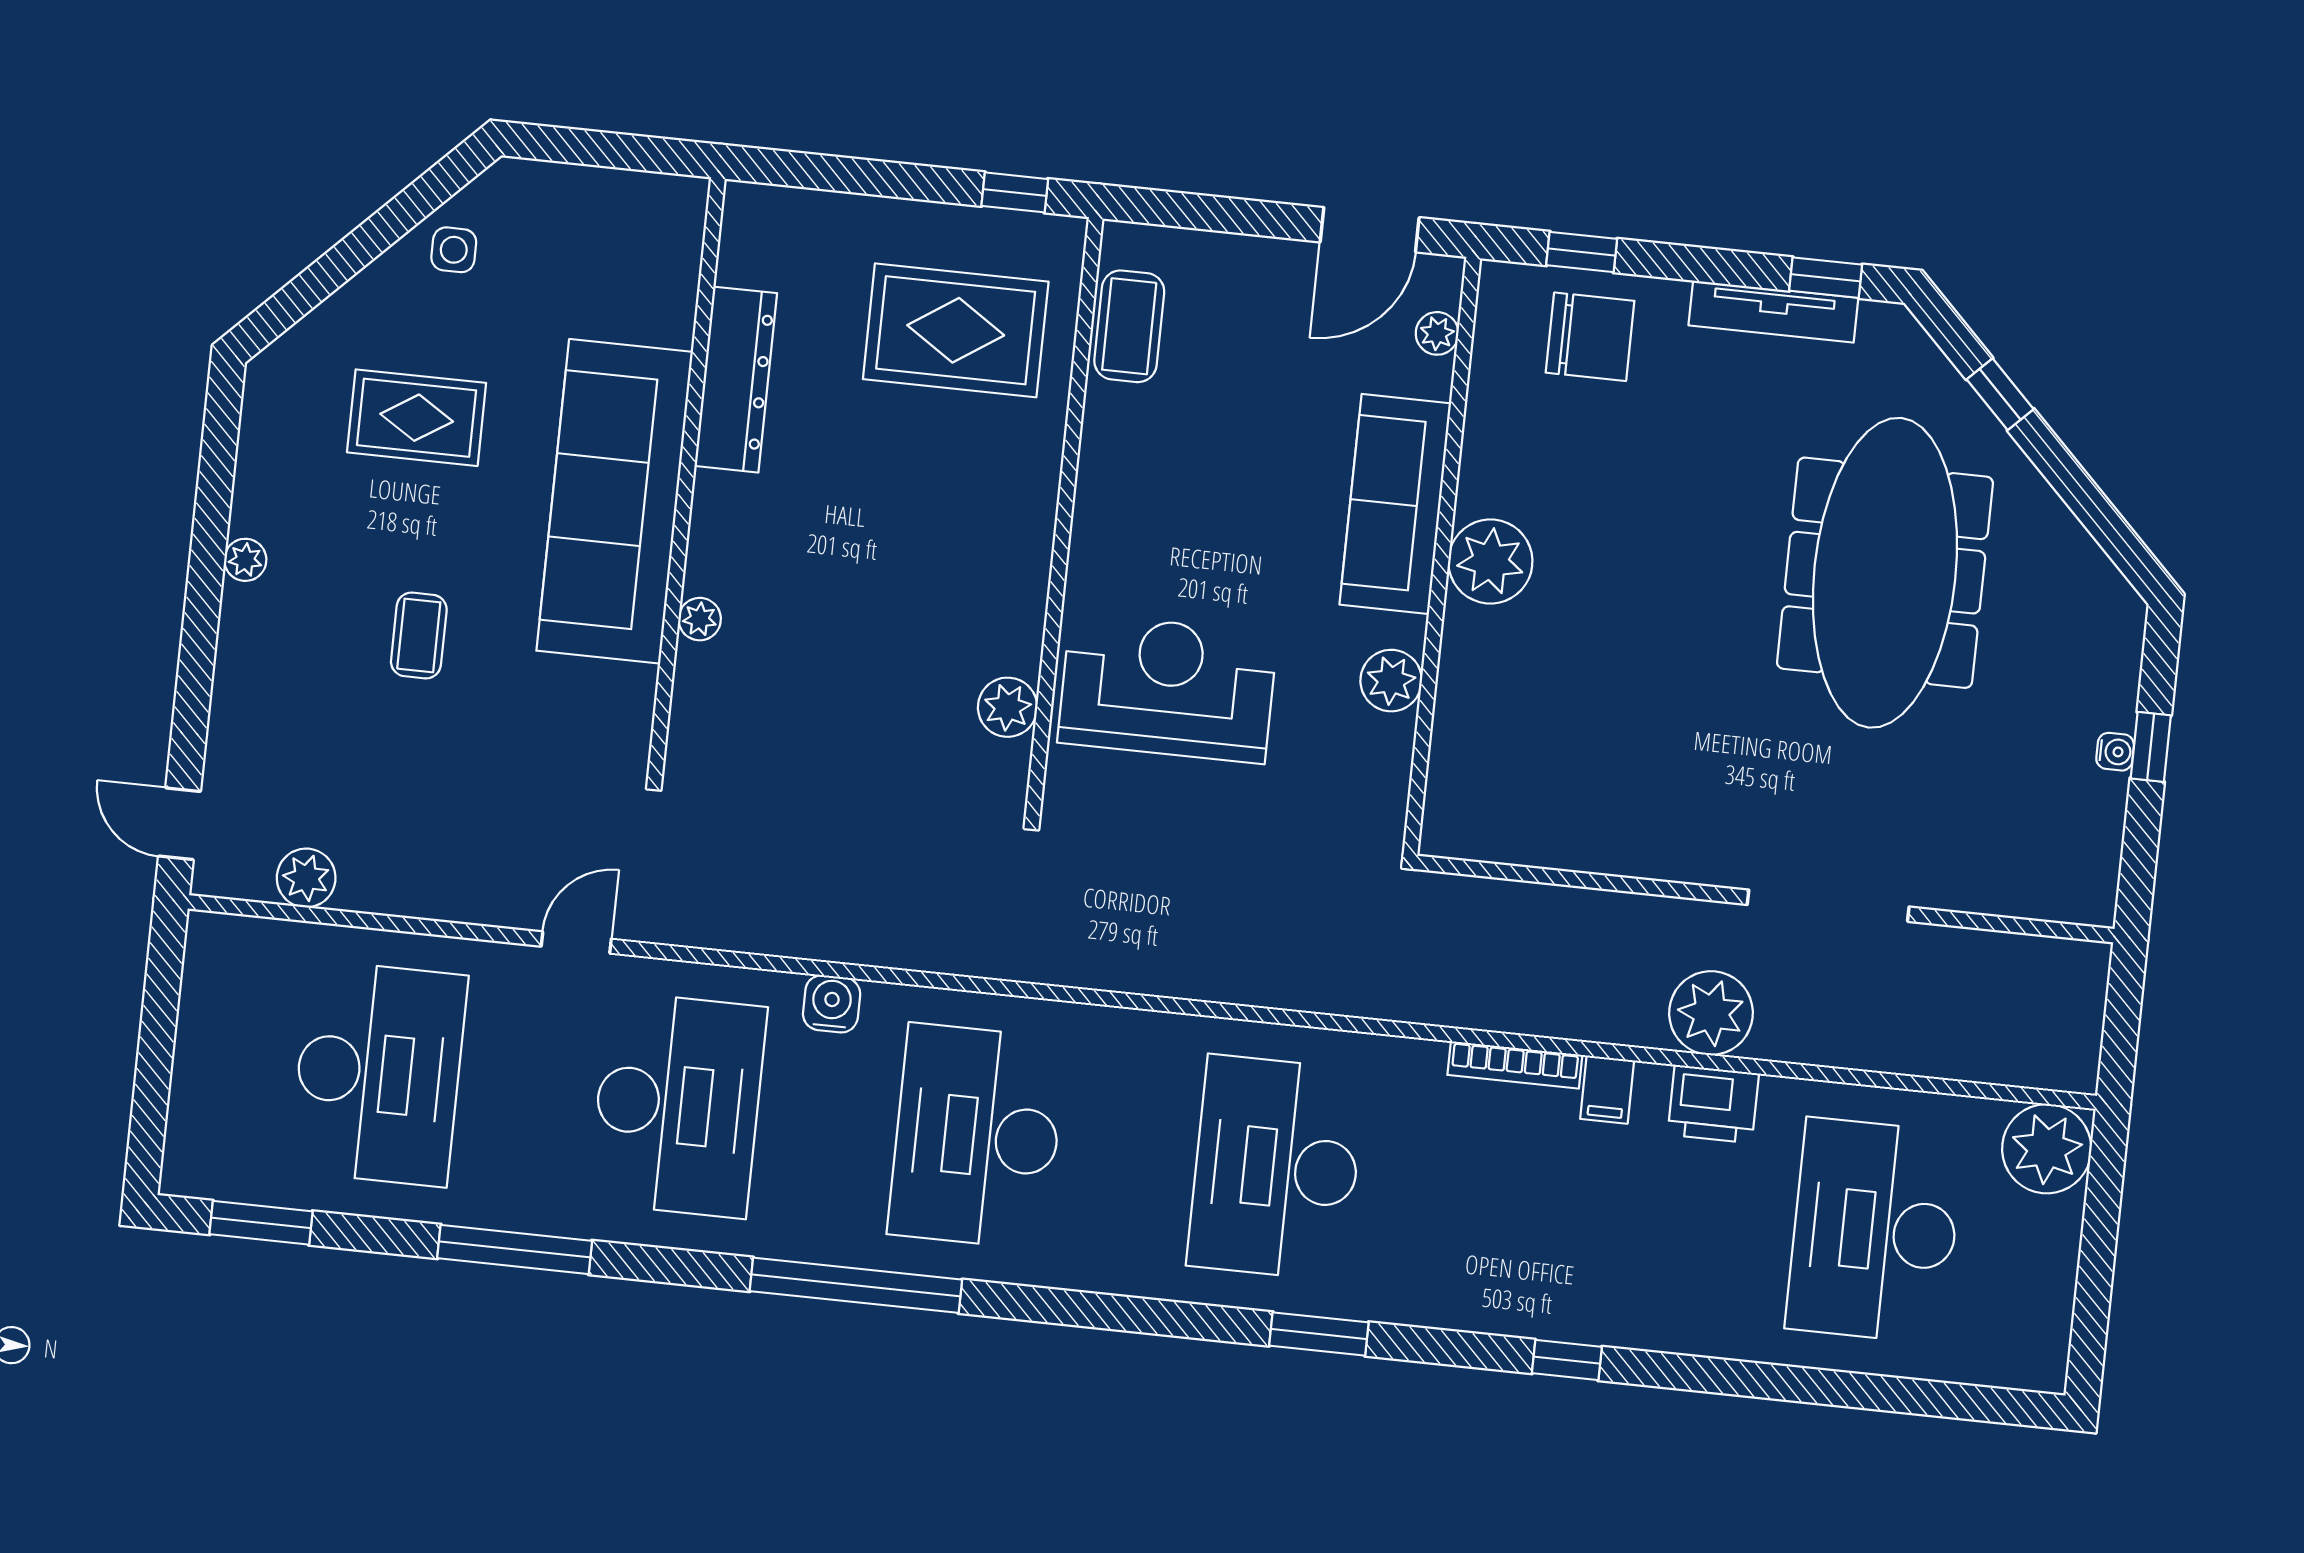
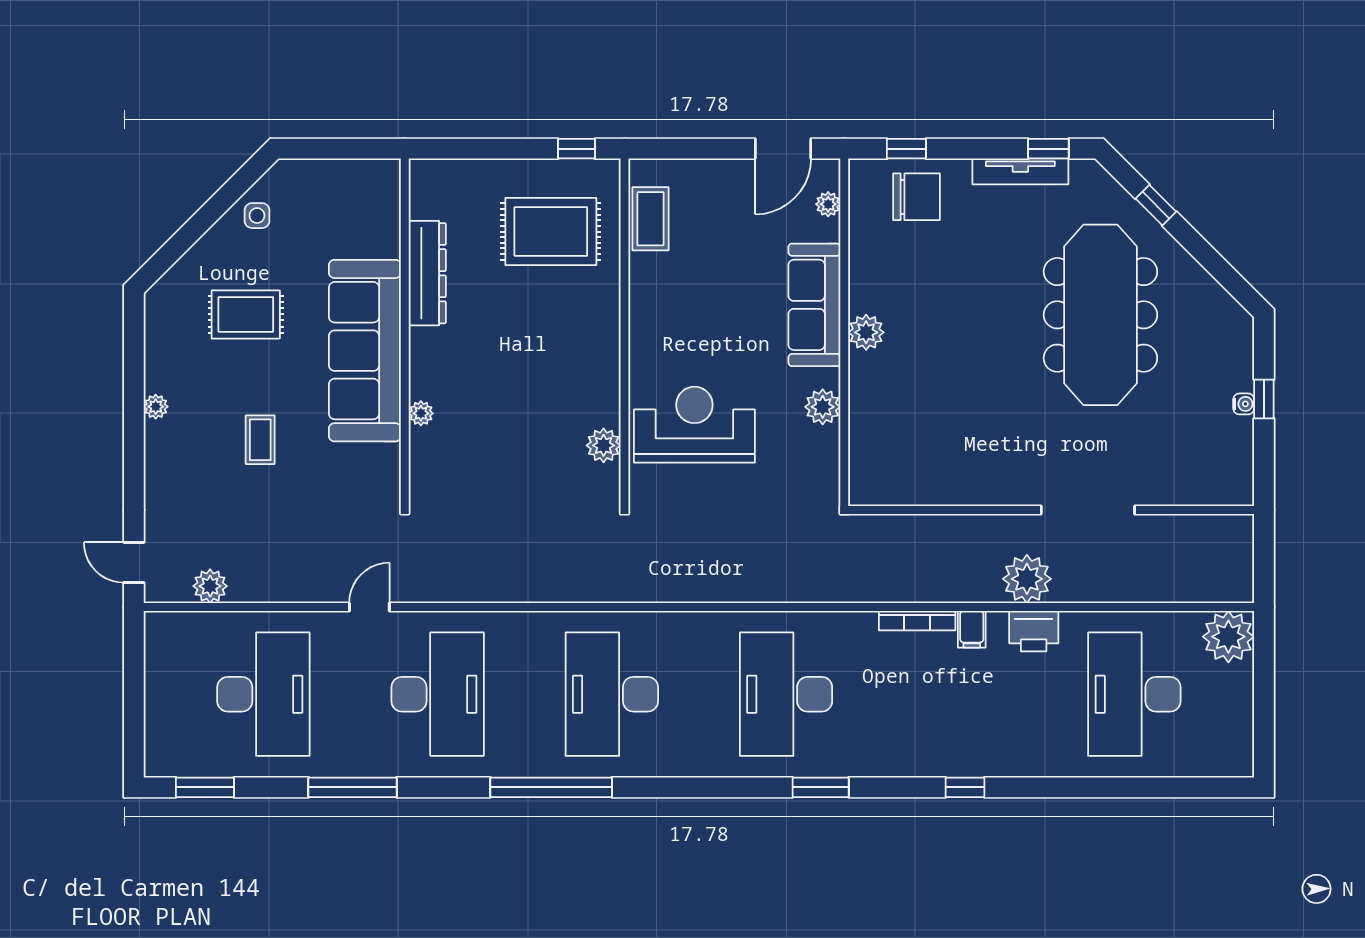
plant: (1490, 561) -> (866, 332), width x0.73, depth x0.73
water cooler: (832, 1004) -> (520, 627), removed

